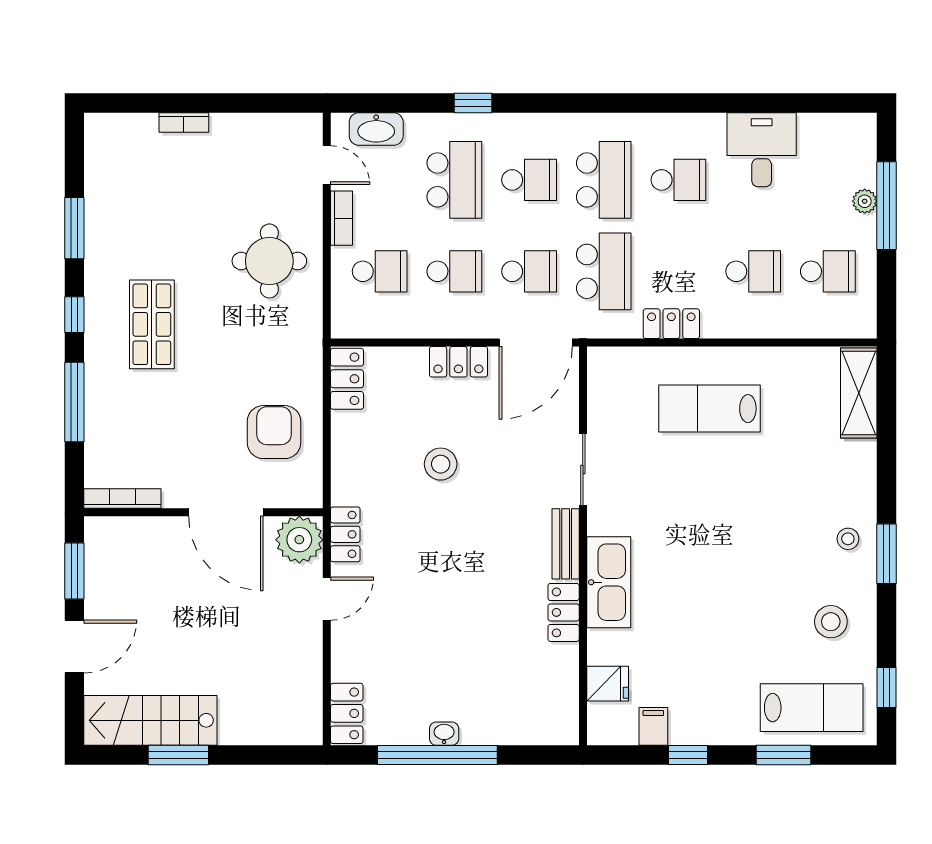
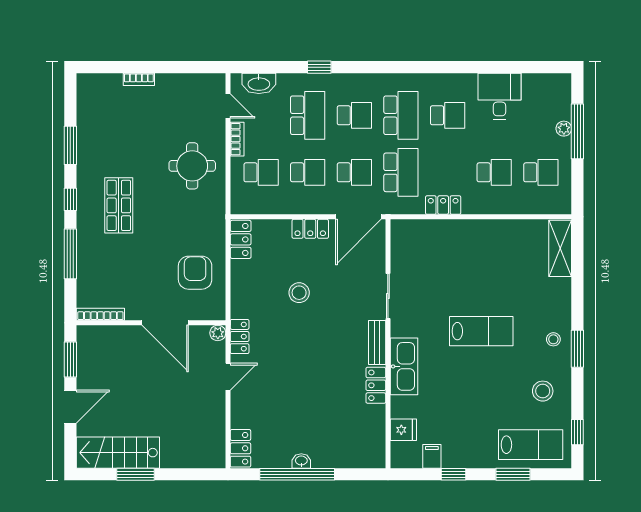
lab bench: (710, 409) -> (481, 331), moved, turned 180
plant: (299, 540) -> (218, 333), width x0.53, depth x0.53

